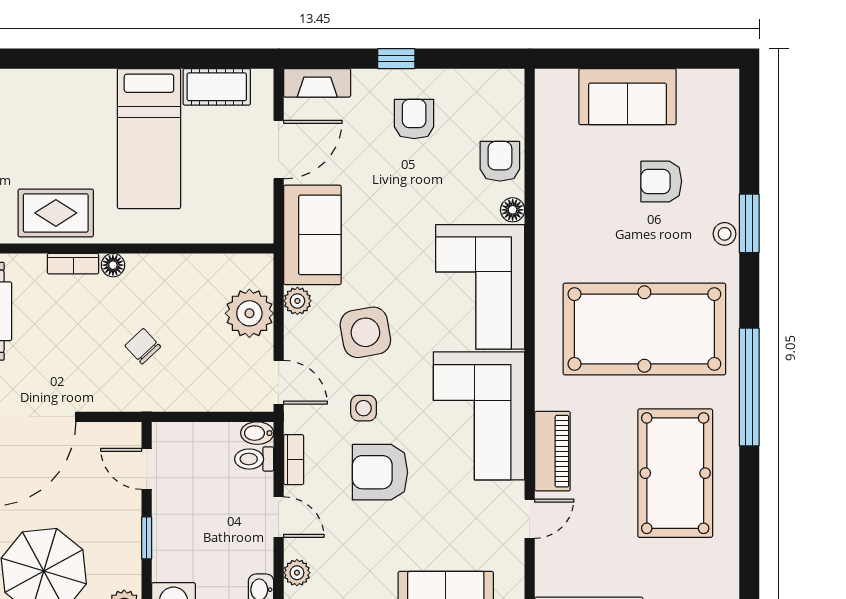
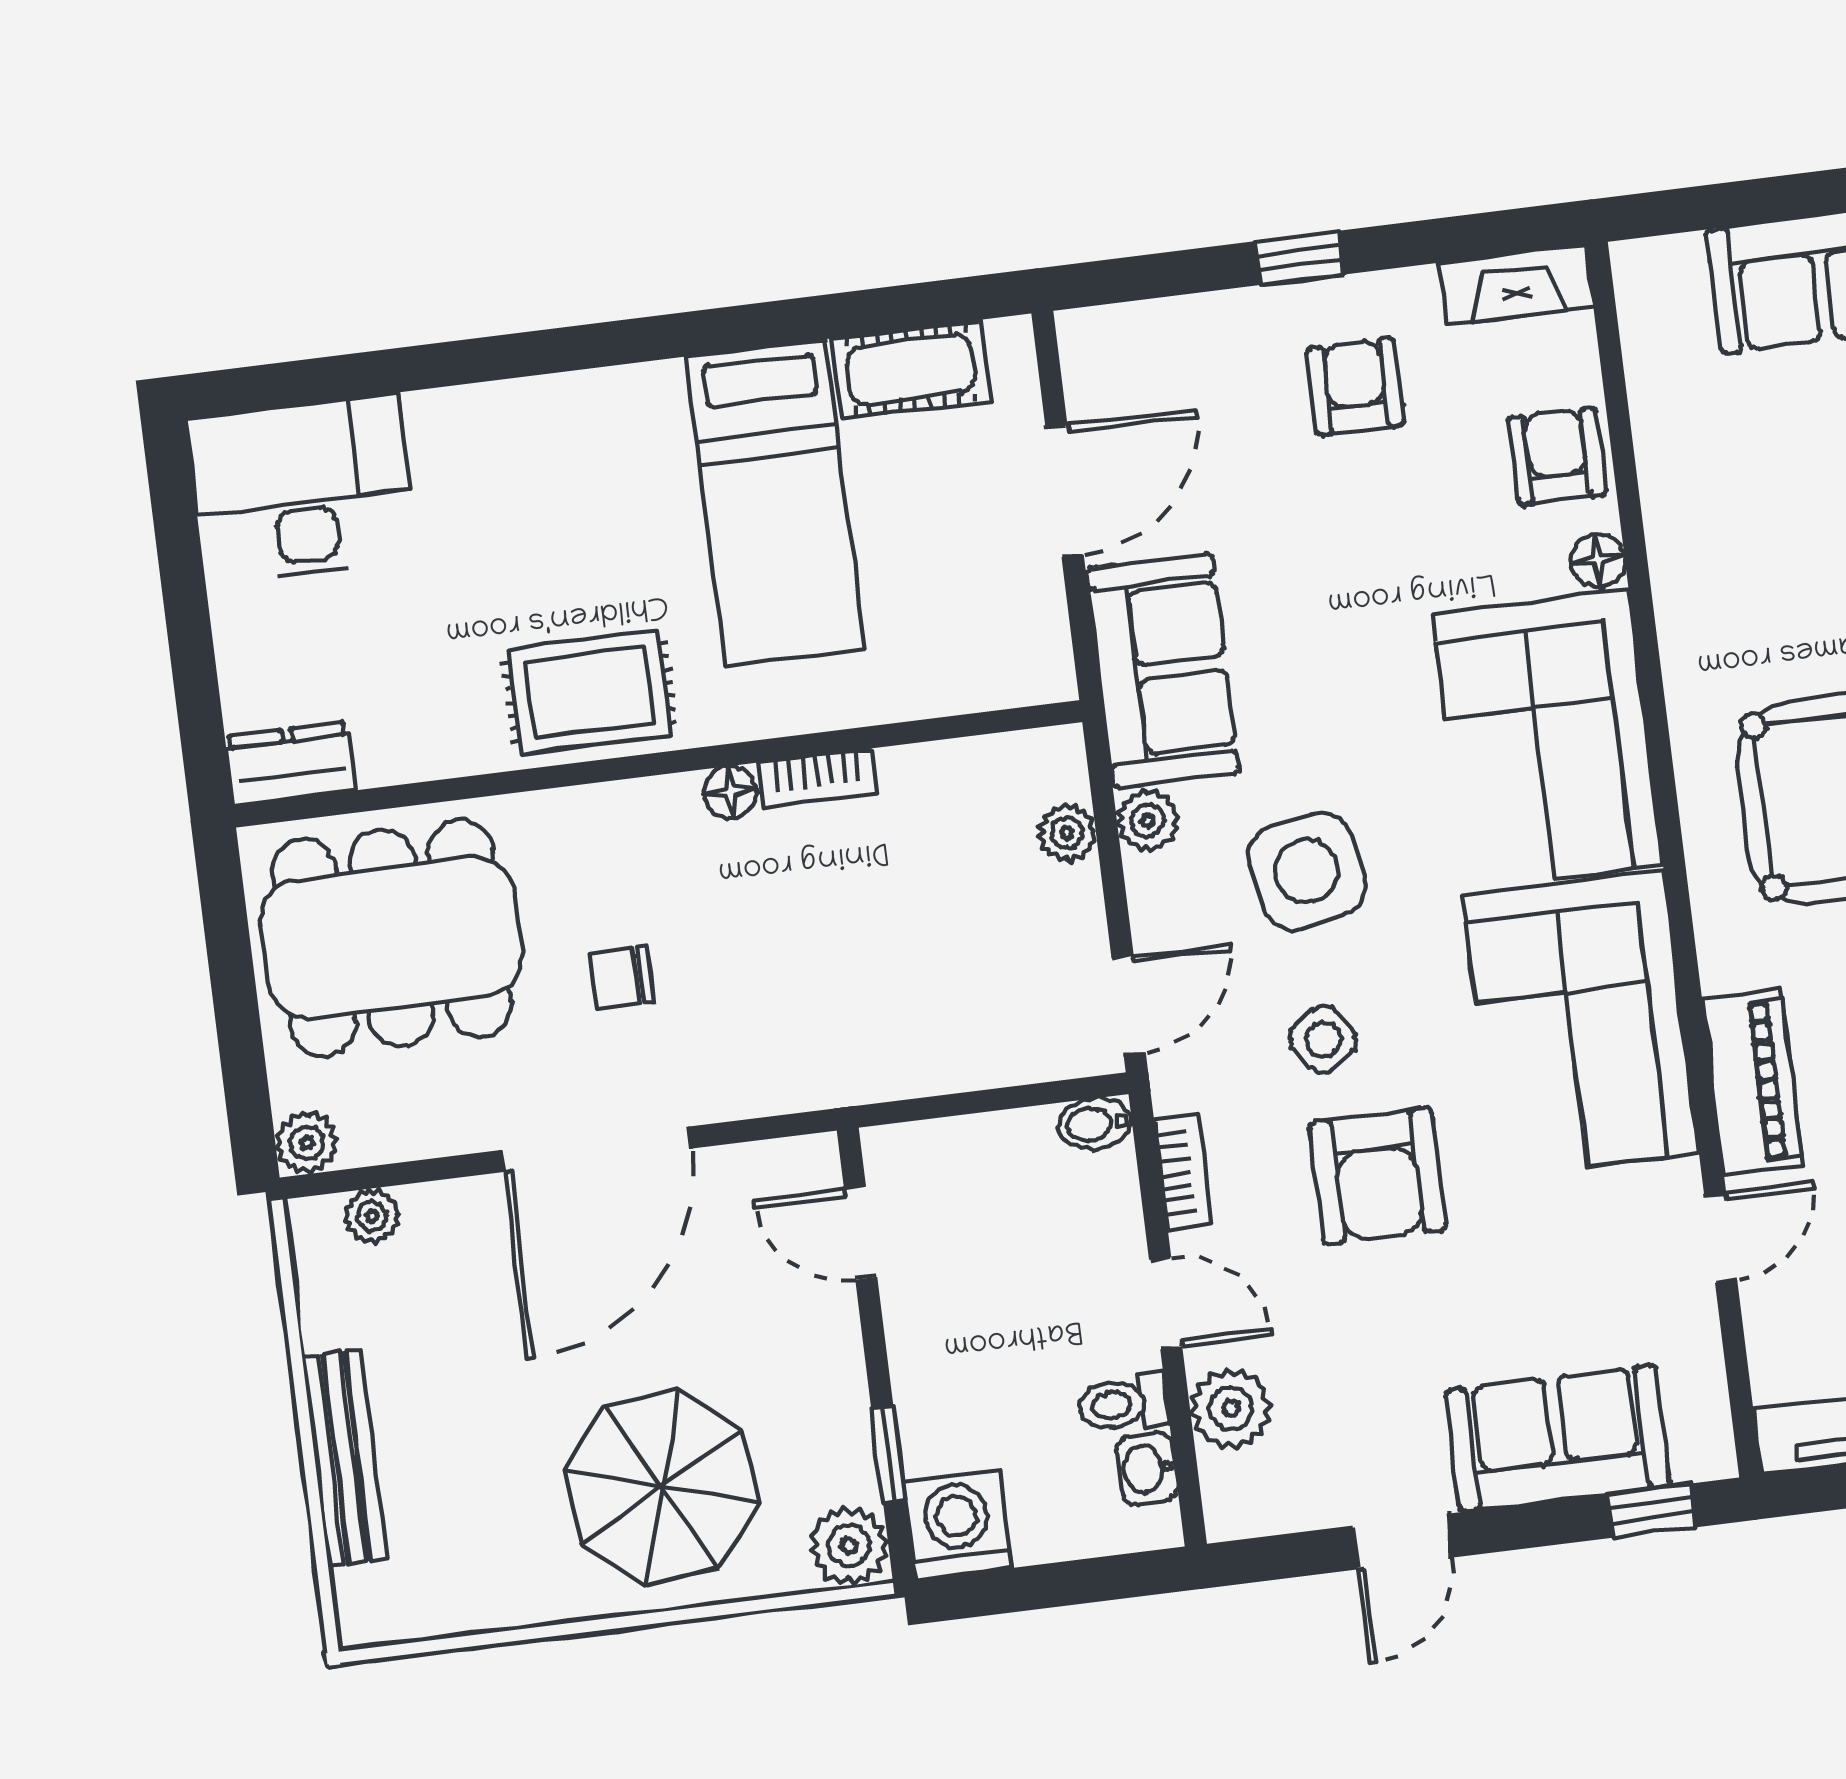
fireplace: (317, 83) -> (1516, 285), moved
bookcase: (73, 264) -> (818, 778), moved
plant: (249, 313) -> (1067, 833), width x0.53, depth x0.53
chair: (143, 346) -> (622, 978), moved, turned -47
door: (279, 382) -> (1129, 1005), hinge flipped
side table: (364, 408) -> (1323, 1039), turned -34
toilet: (254, 459) -> (1123, 1403), moved
armchair: (380, 472) -> (1377, 1176), turned -90
window: (147, 538) -> (888, 1455), moved
plant: (297, 573) -> (1231, 1409), width x1.38, depth x1.38

